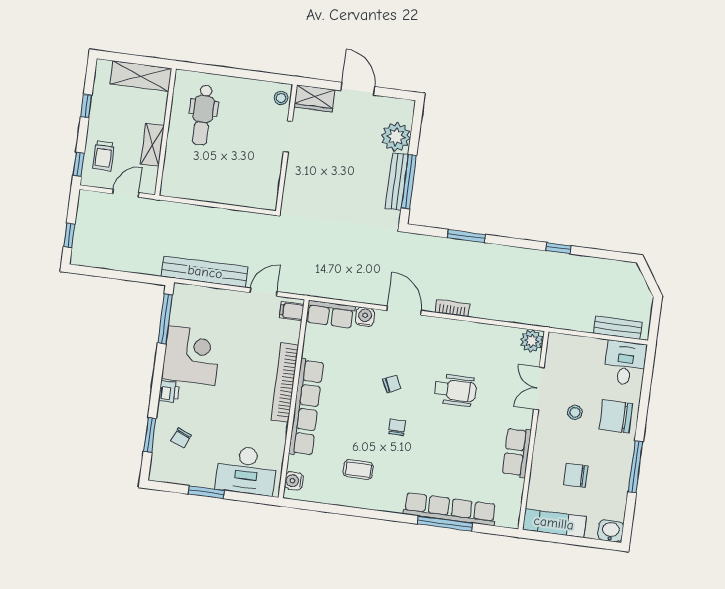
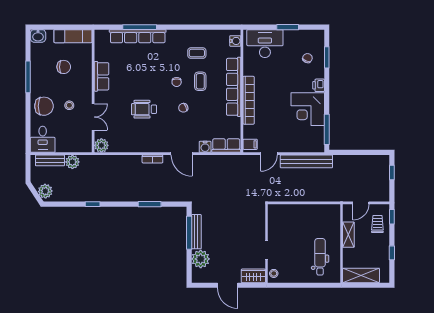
plant: (632, 279) -> (45, 191), added
plant: (582, 320) -> (72, 162), added
coffee table: (359, 423) -> (200, 81), added

